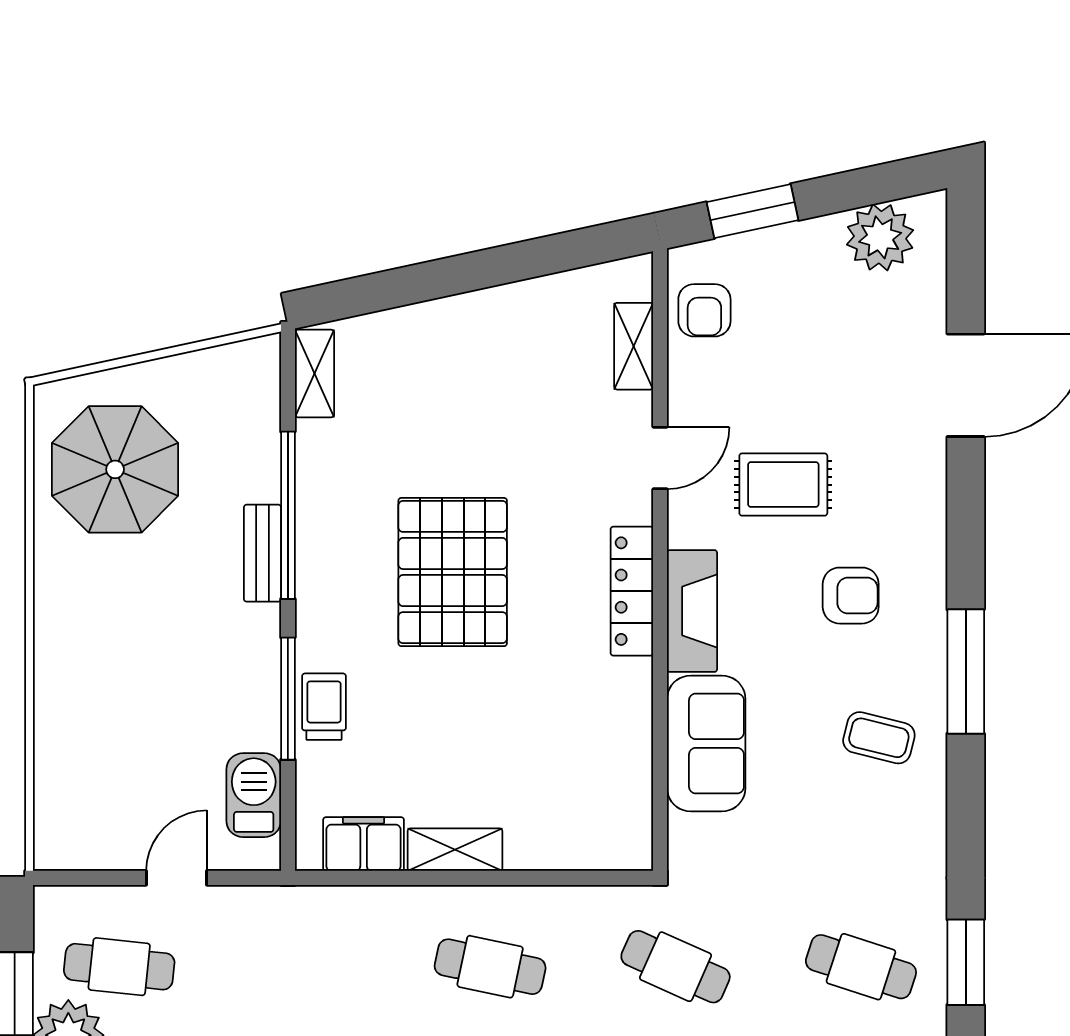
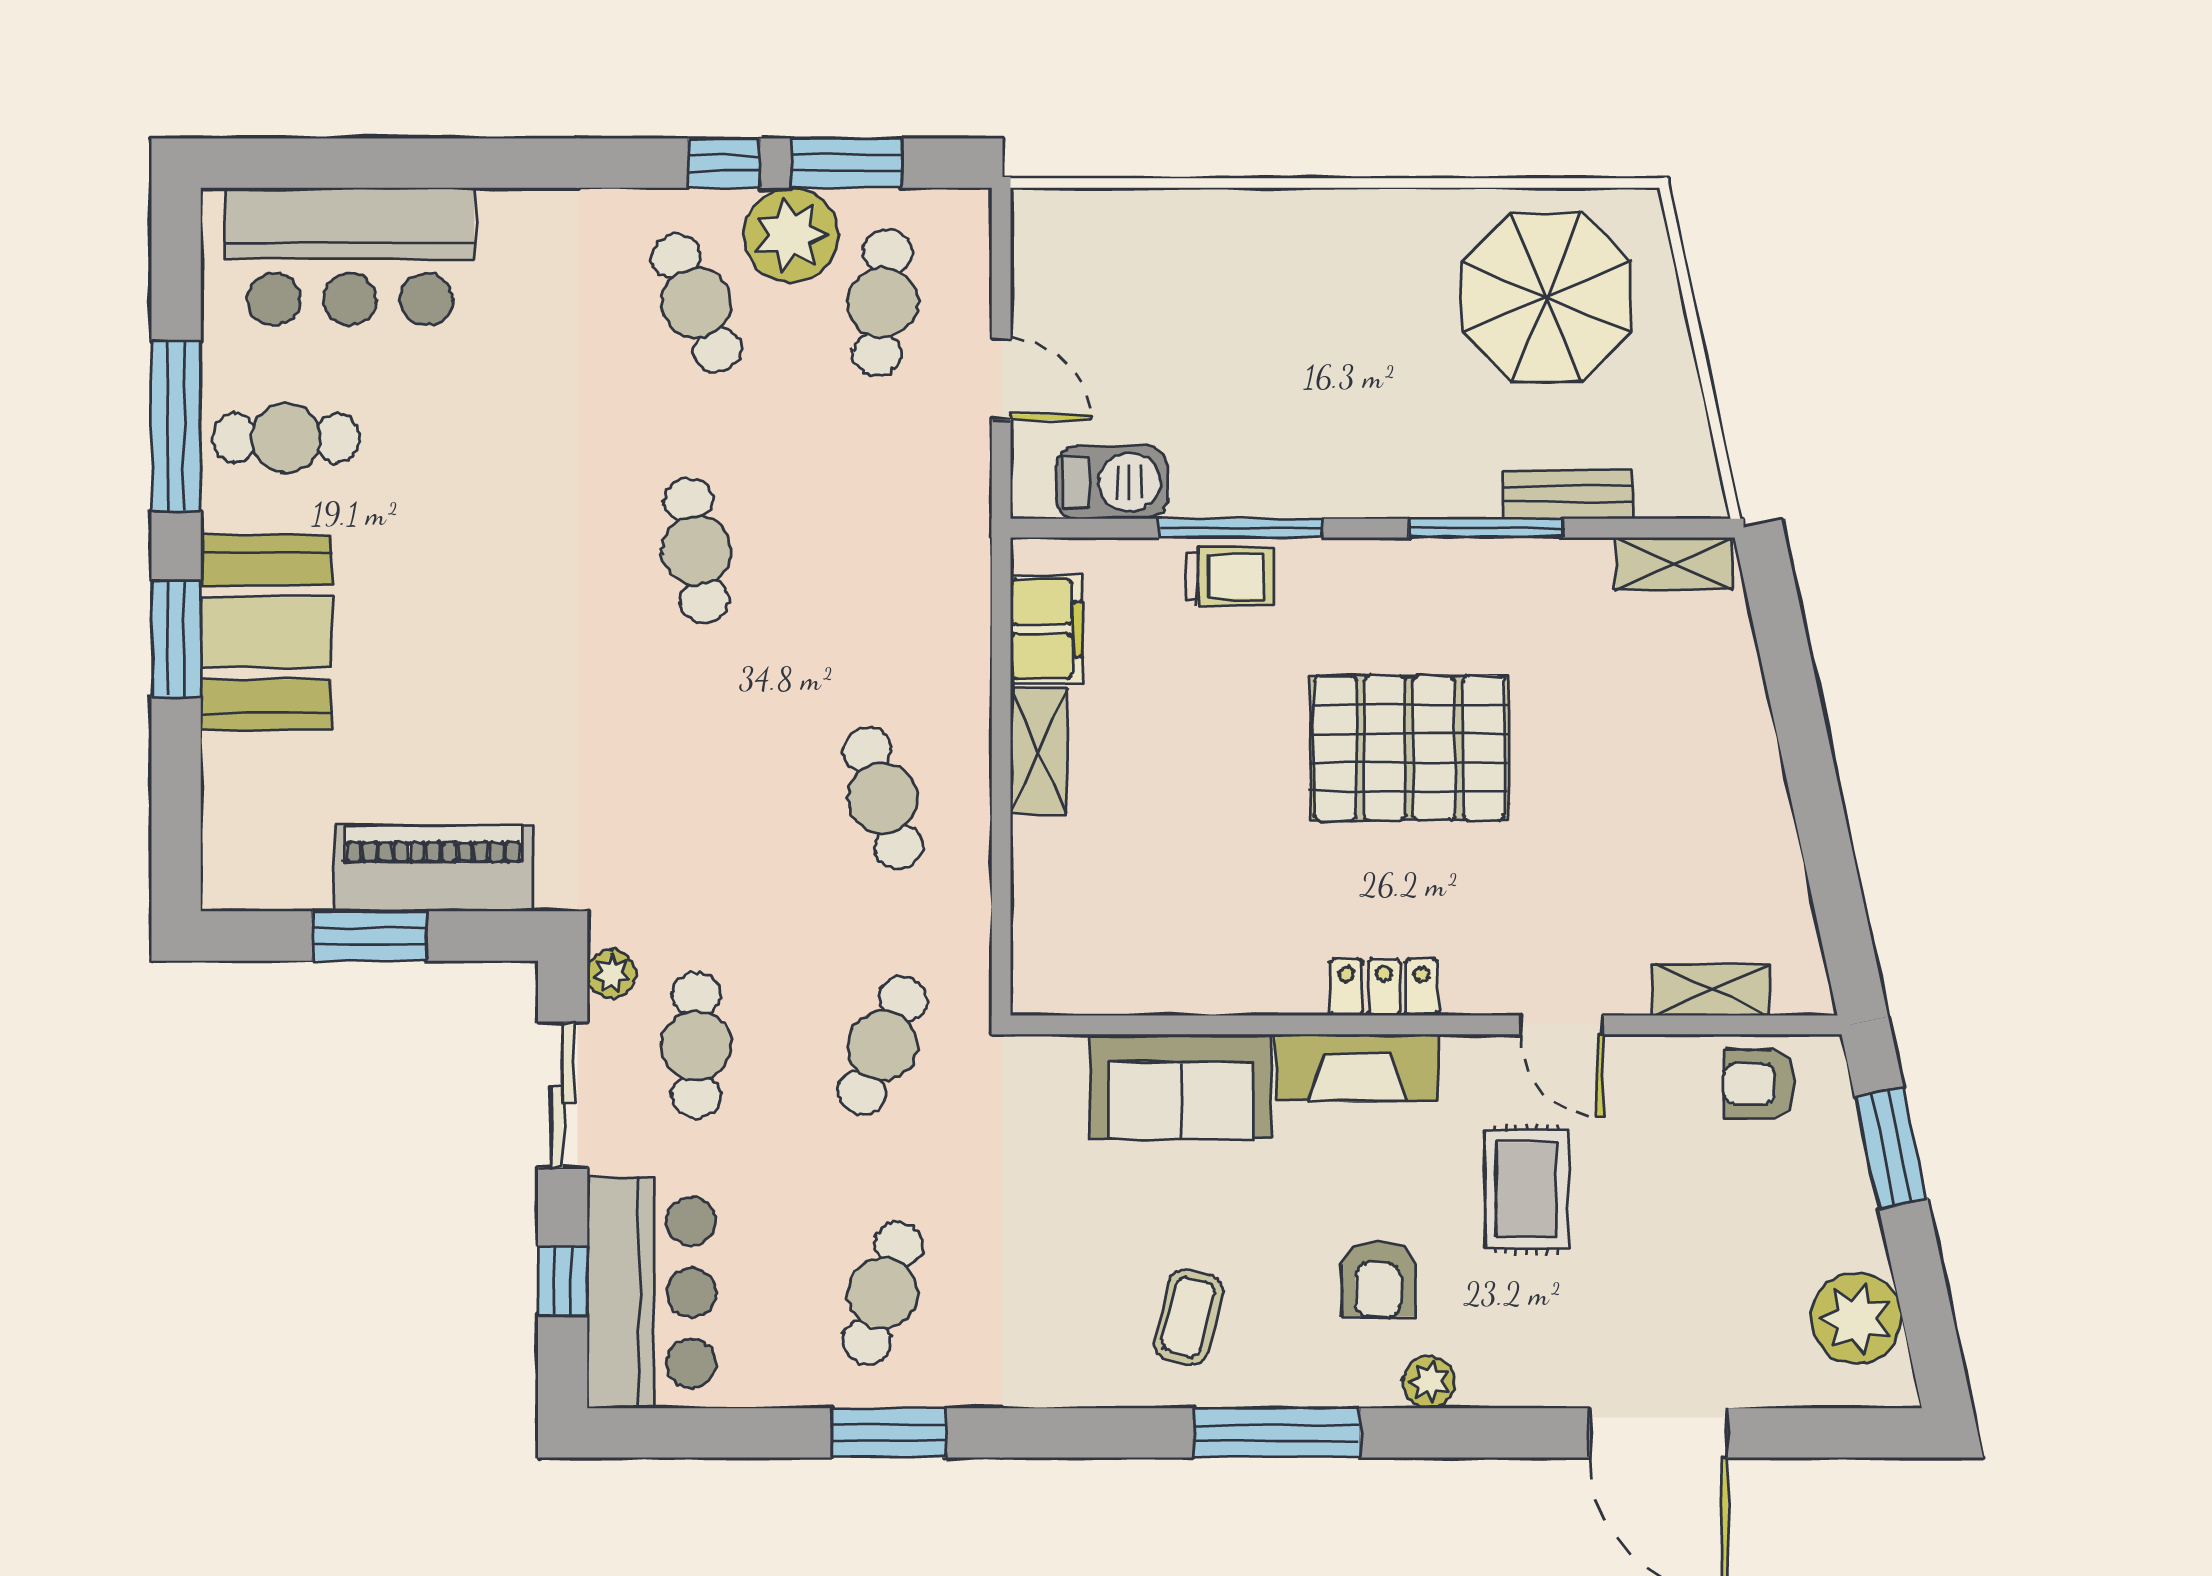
window: (288, 515) -> (1485, 528), width x0.68
bench: (262, 553) -> (1568, 494), moved
plant: (928, 557) -> (1429, 1382), added
locker: (632, 591) -> (1384, 987), width x0.66
cafe table: (490, 967) -> (883, 798), turned -30

